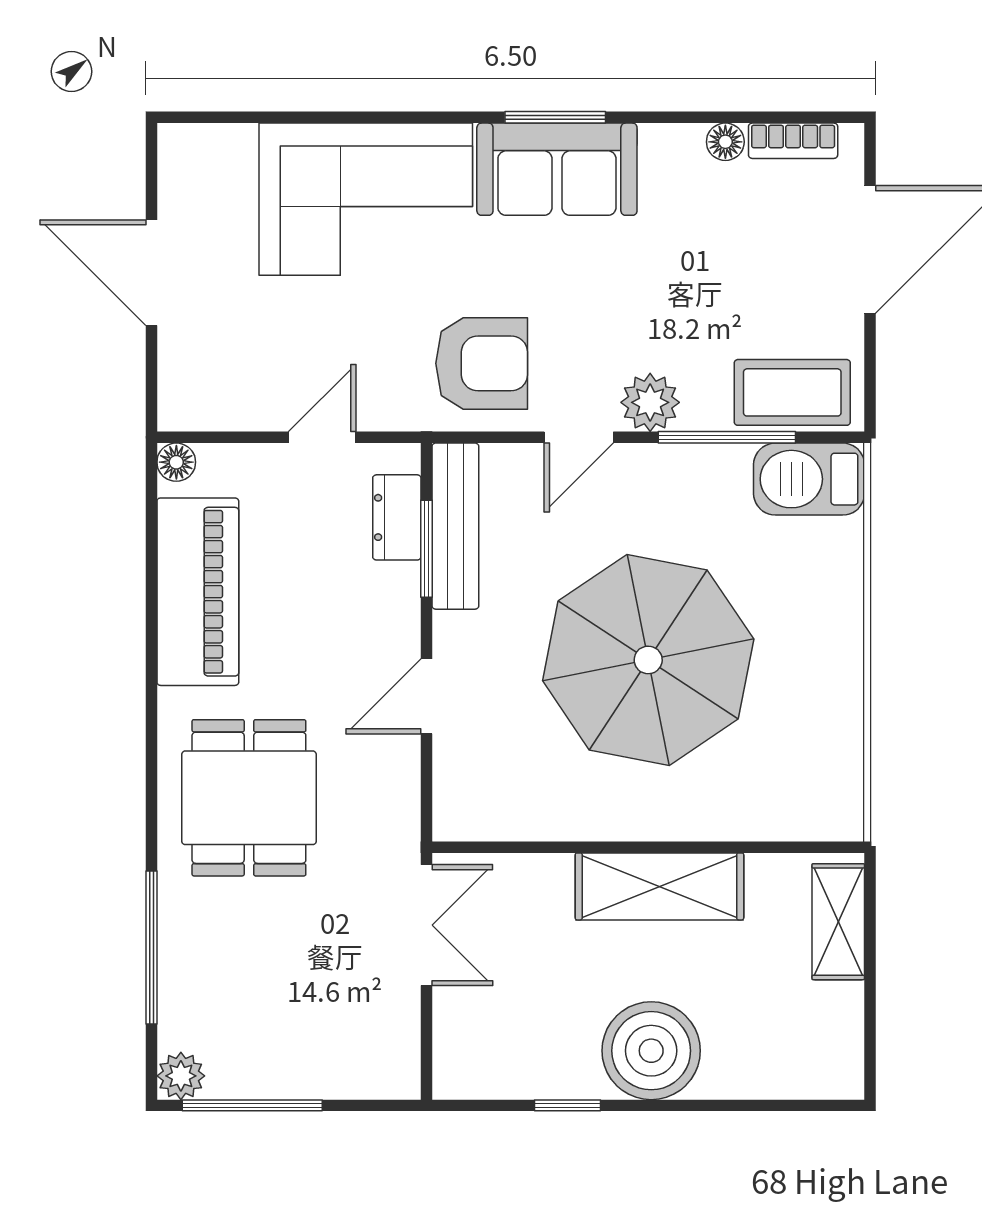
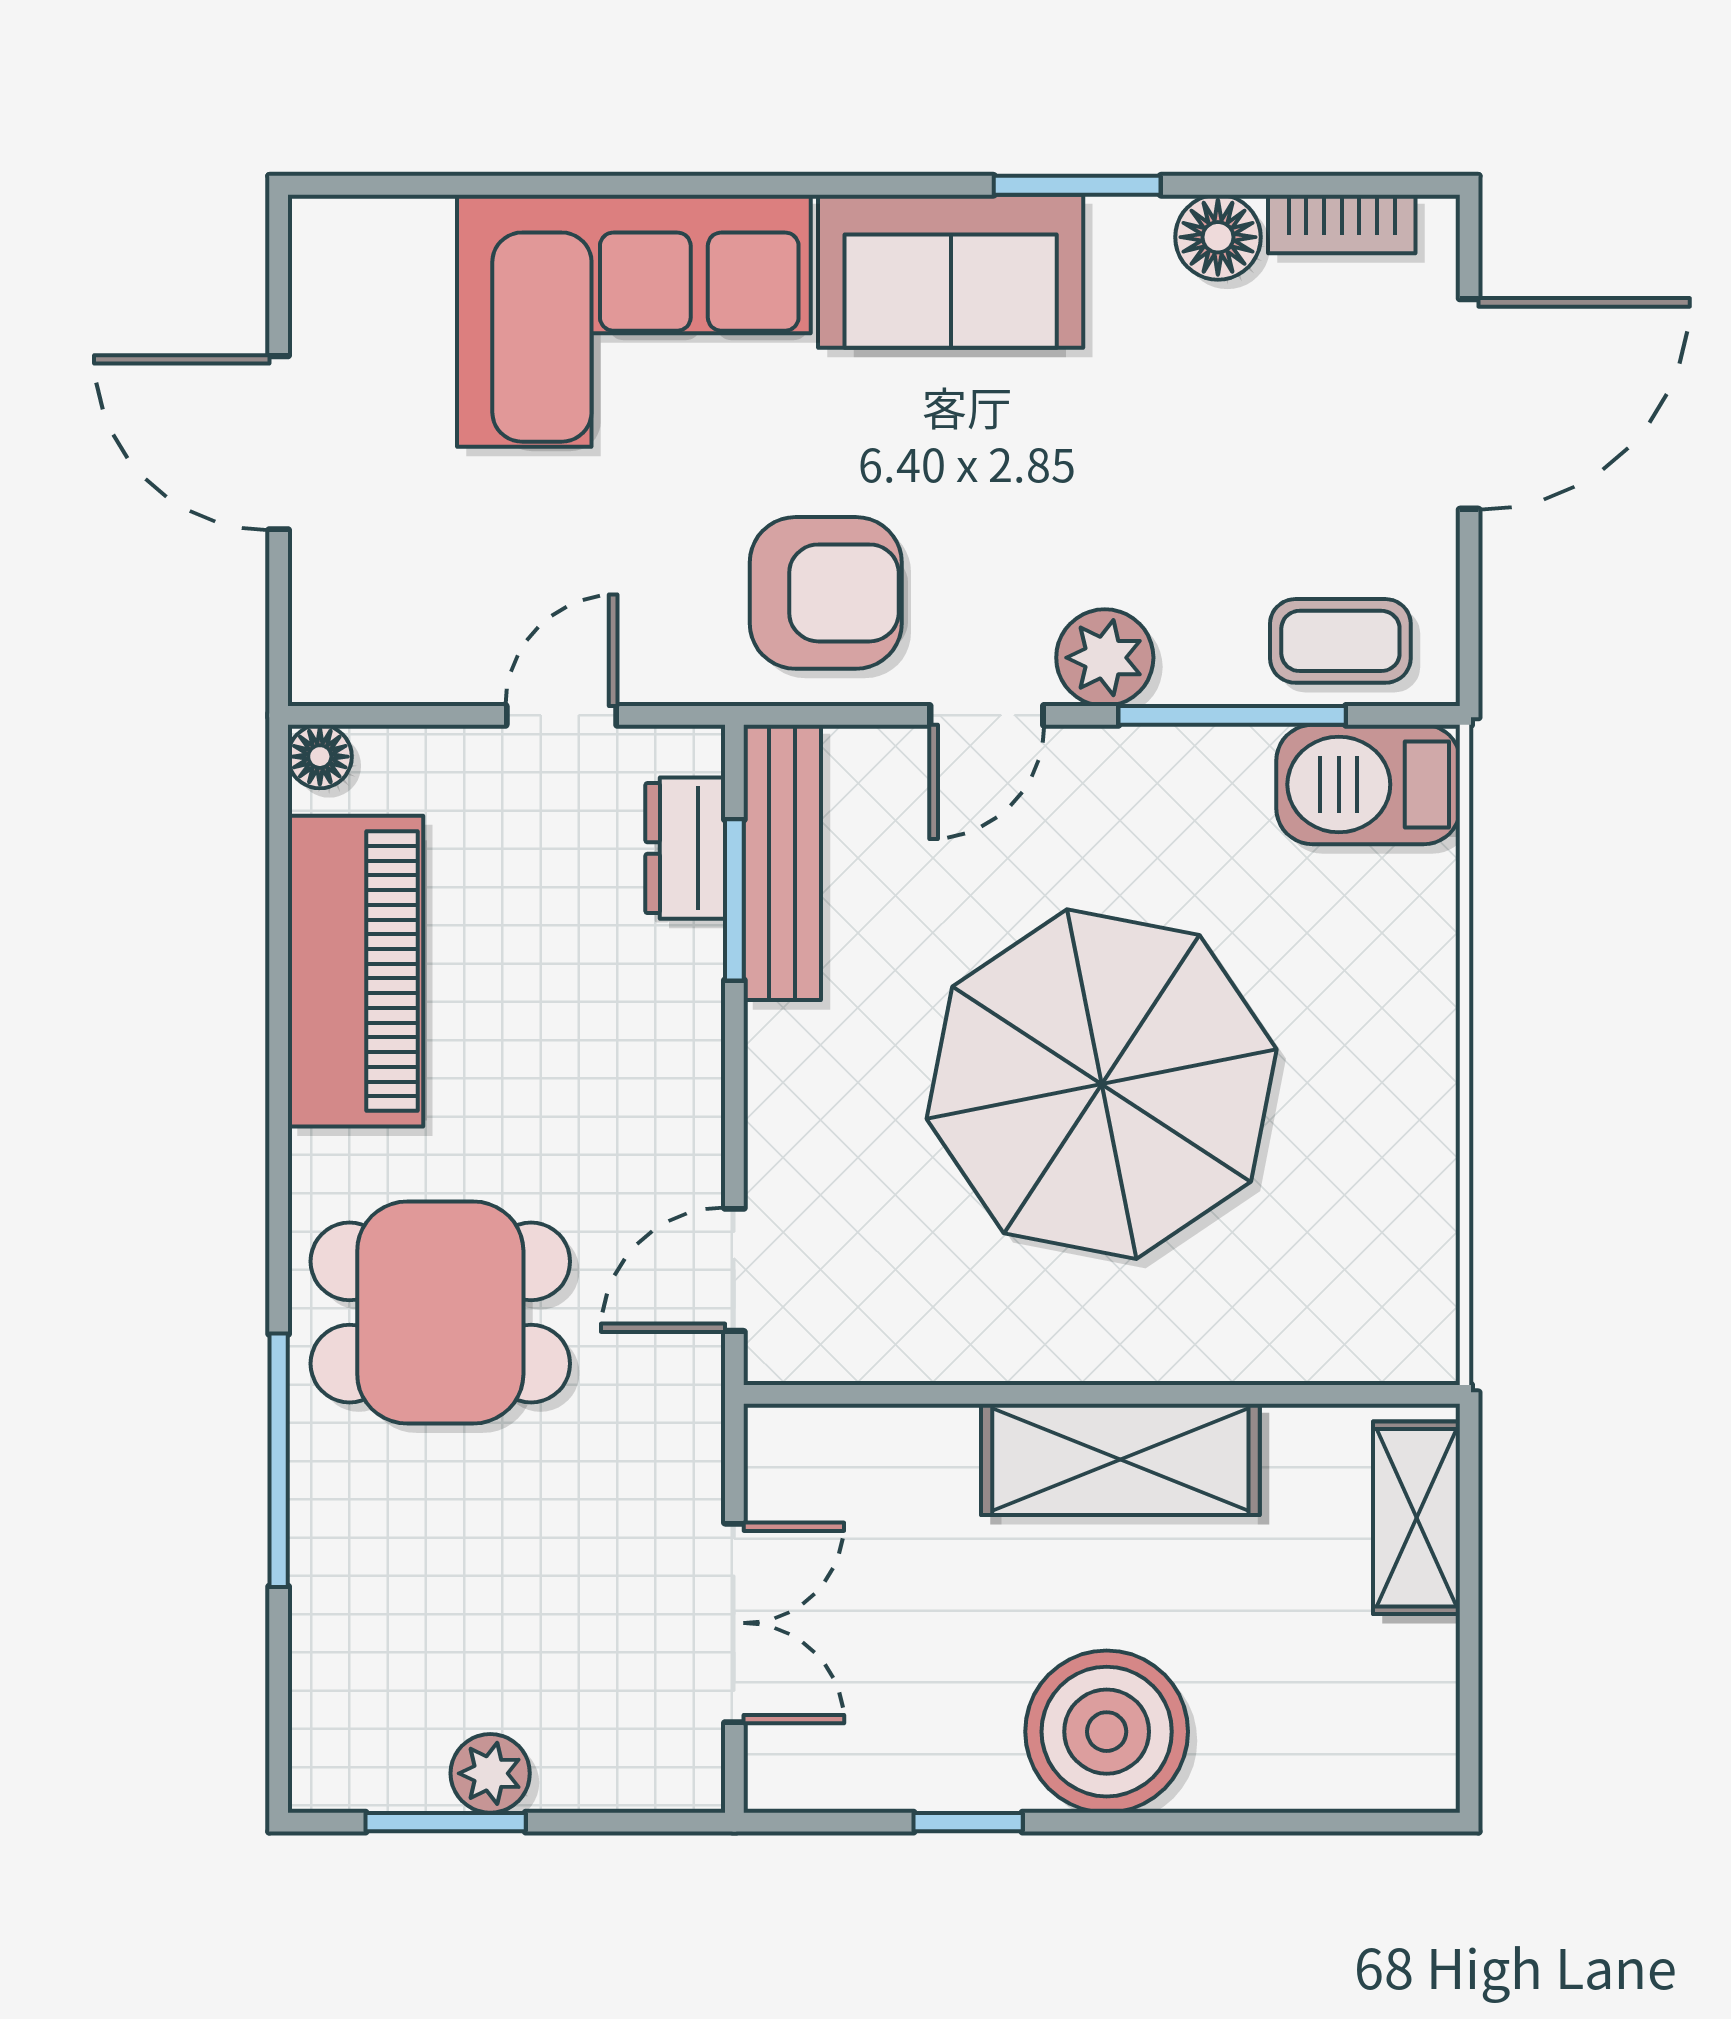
window: (555, 117) -> (1077, 185), moved
floor lamp: (725, 142) -> (1218, 237), width x1.37, depth x1.37
coffee table: (792, 392) -> (1340, 641), width x0.73, depth x0.77
door: (426, 696) -> (734, 1270), moved
dining table: (249, 798) -> (440, 1313), turned 90
double door: (426, 925) -> (734, 1623), moved
window: (151, 948) -> (279, 1460), moved
plant: (181, 1076) -> (490, 1773), moved
window: (252, 1105) -> (446, 1822), width x0.69

